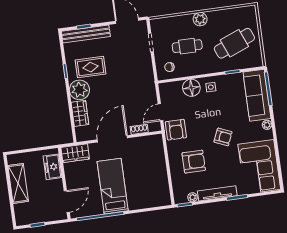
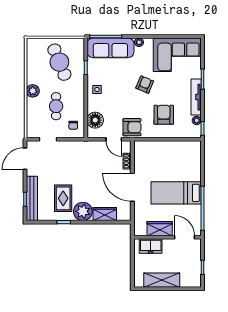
floor lamp: (191, 88) -> (95, 120), moved
wardrobe: (75, 153) -> (160, 229), moved, turned -90

